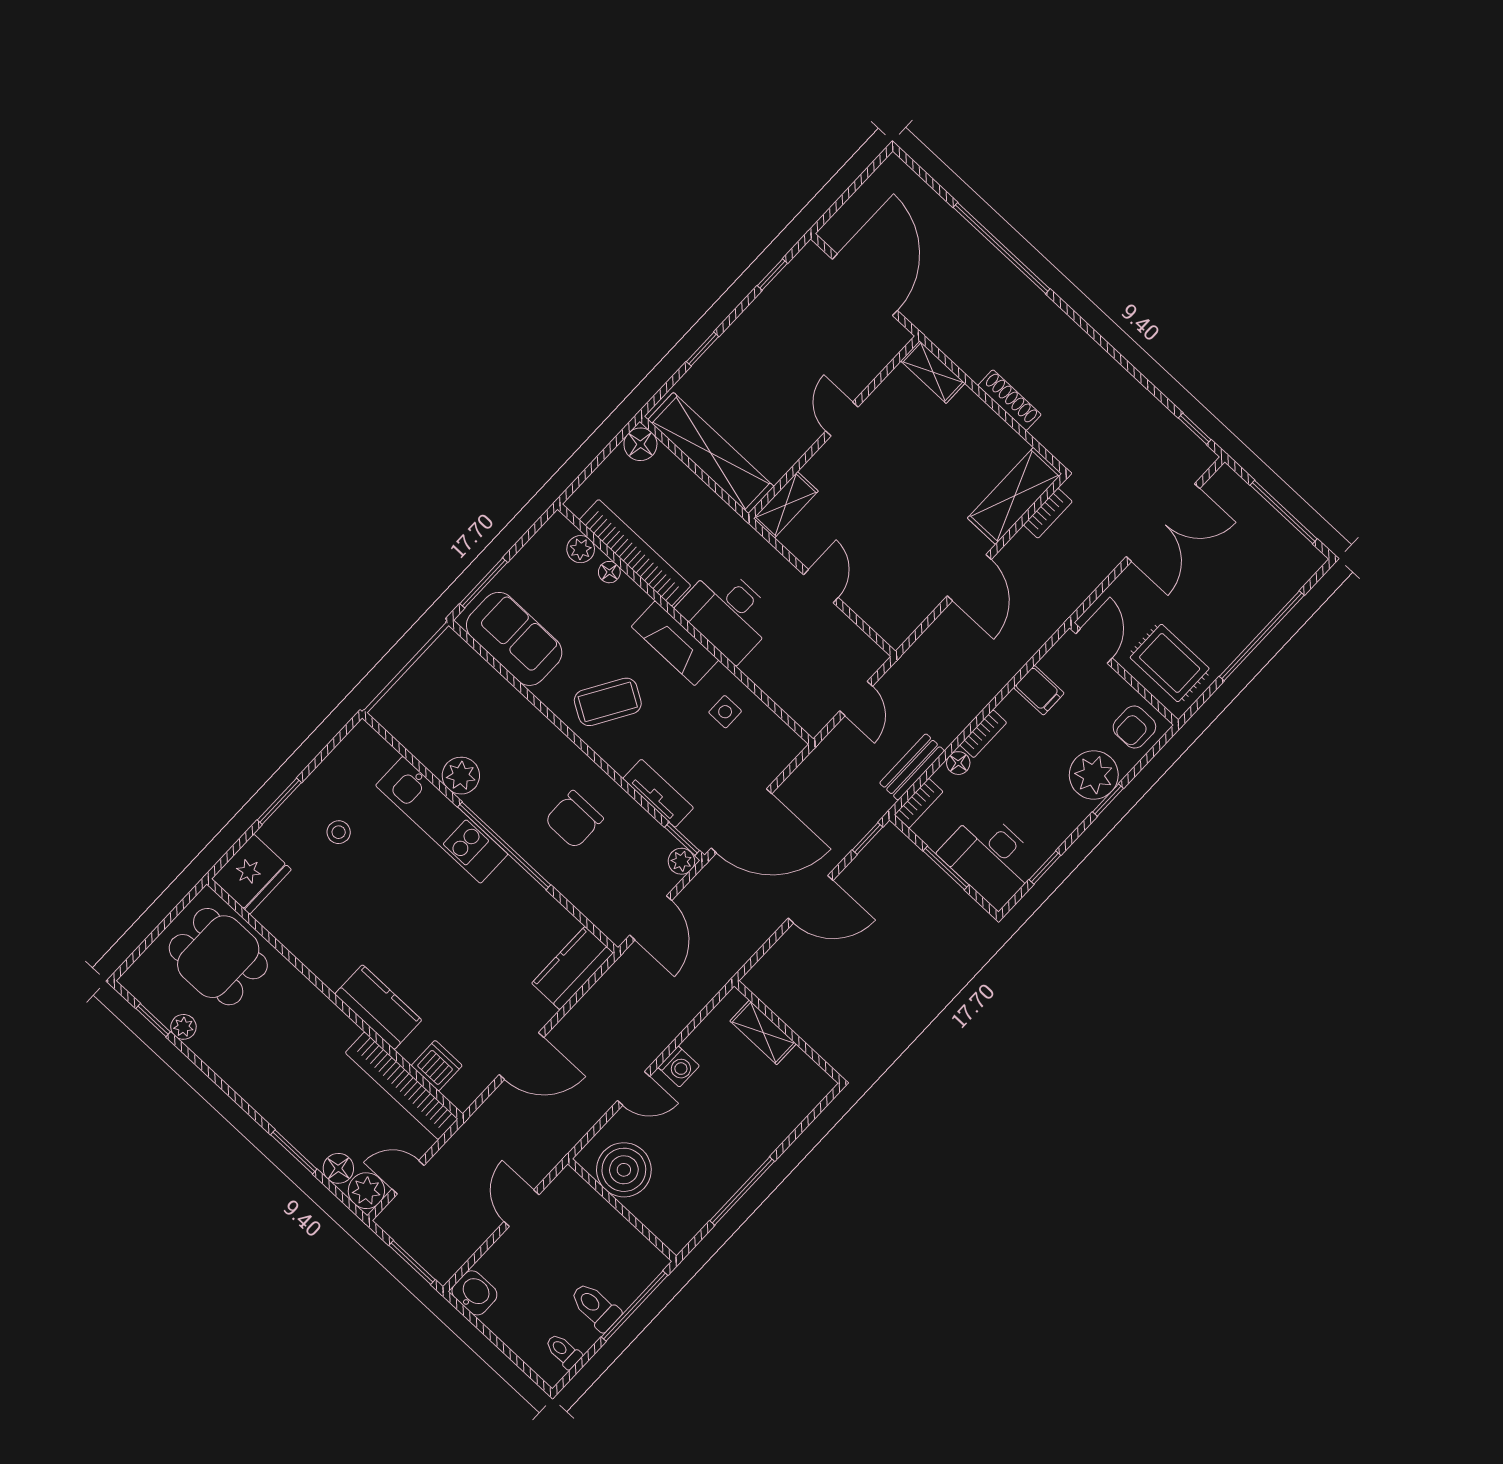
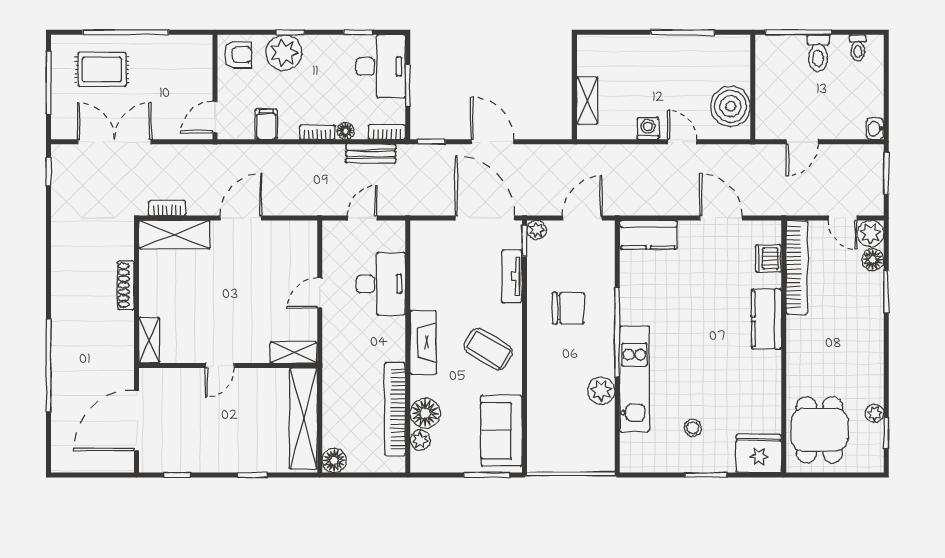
floor lamp: (609, 572) -> (425, 413), width x1.89, depth x1.89
desk: (728, 613) -> (381, 284), moved
rug: (1170, 663) -> (102, 69), moved, turned 90
side table: (725, 712) -> (435, 281), removed
washbasin: (474, 1293) -> (875, 129), width x0.72, depth x0.69

